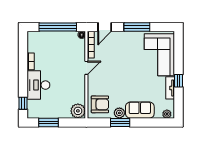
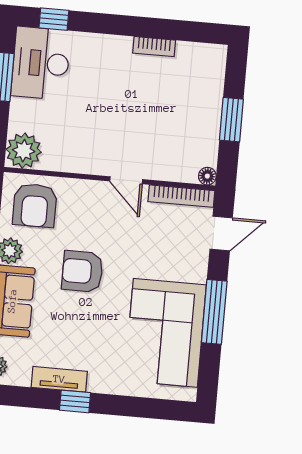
window: (58, 27) -> (231, 120), width x0.47
door: (105, 27) -> (221, 234), swing flipped
corner sofa: (159, 55) -> (165, 333), moved, turned -90
armchair: (125, 82) -> (82, 271), added
desk: (38, 85) -> (41, 63), moved, turned -90

